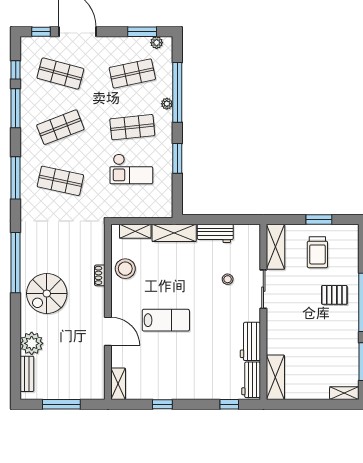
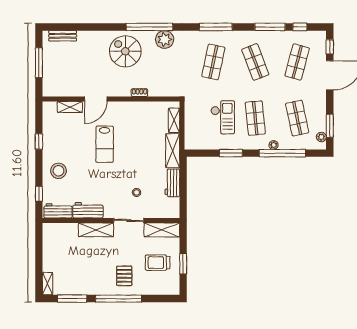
checkout: (131, 169) -> (223, 117), turned 180
stool: (125, 269) -> (58, 171), moved
plant: (32, 343) -> (165, 40), moved
shelving: (275, 377) -> (96, 230), moved
shelving: (118, 384) -> (70, 107), moved

